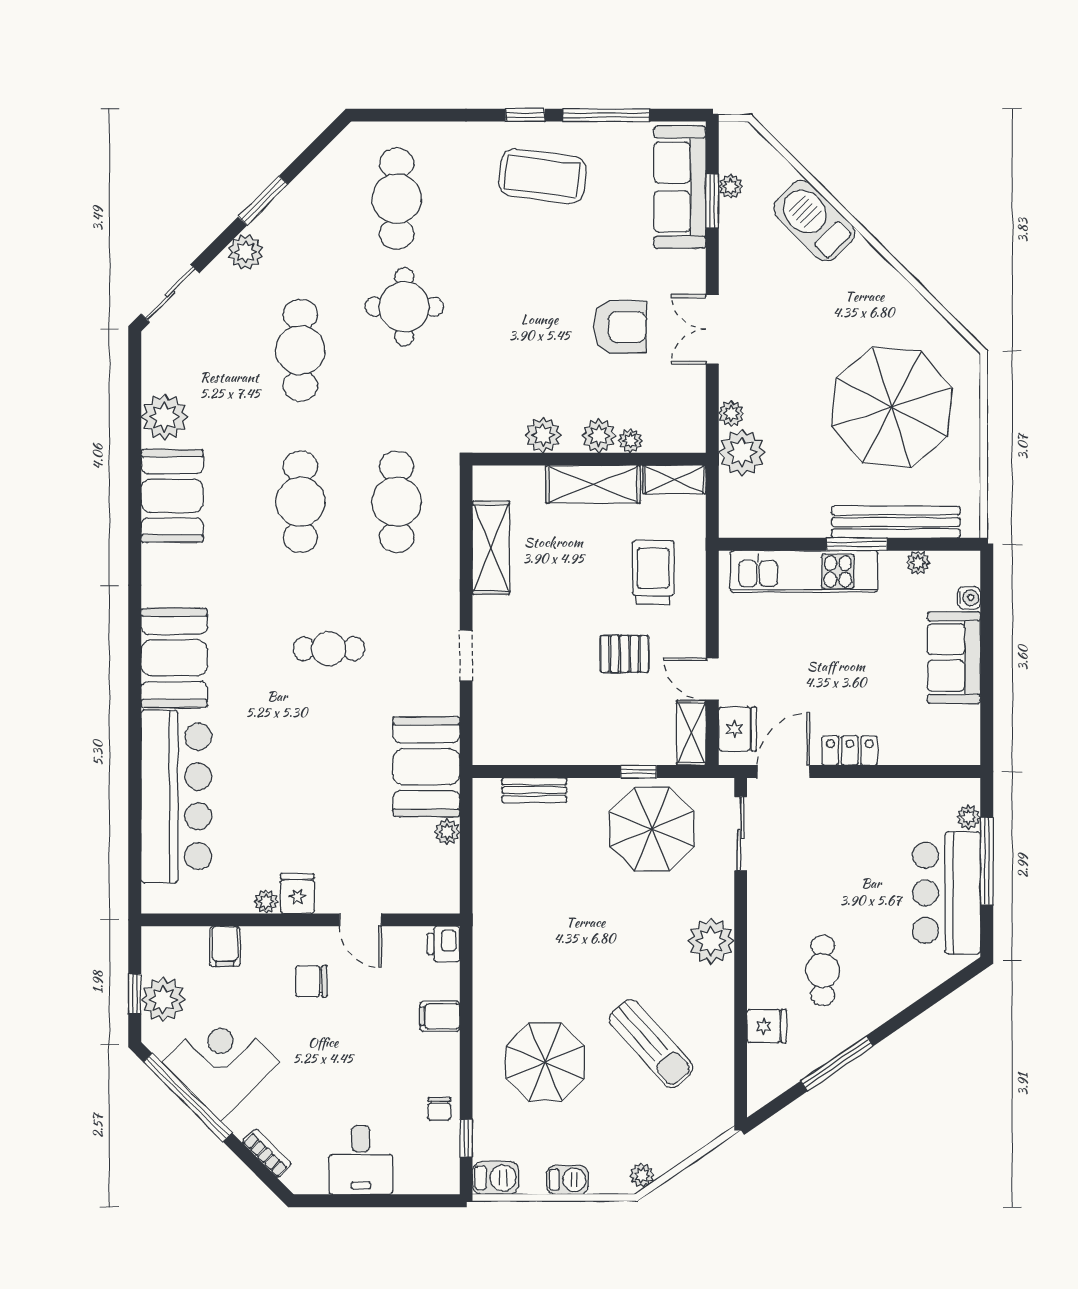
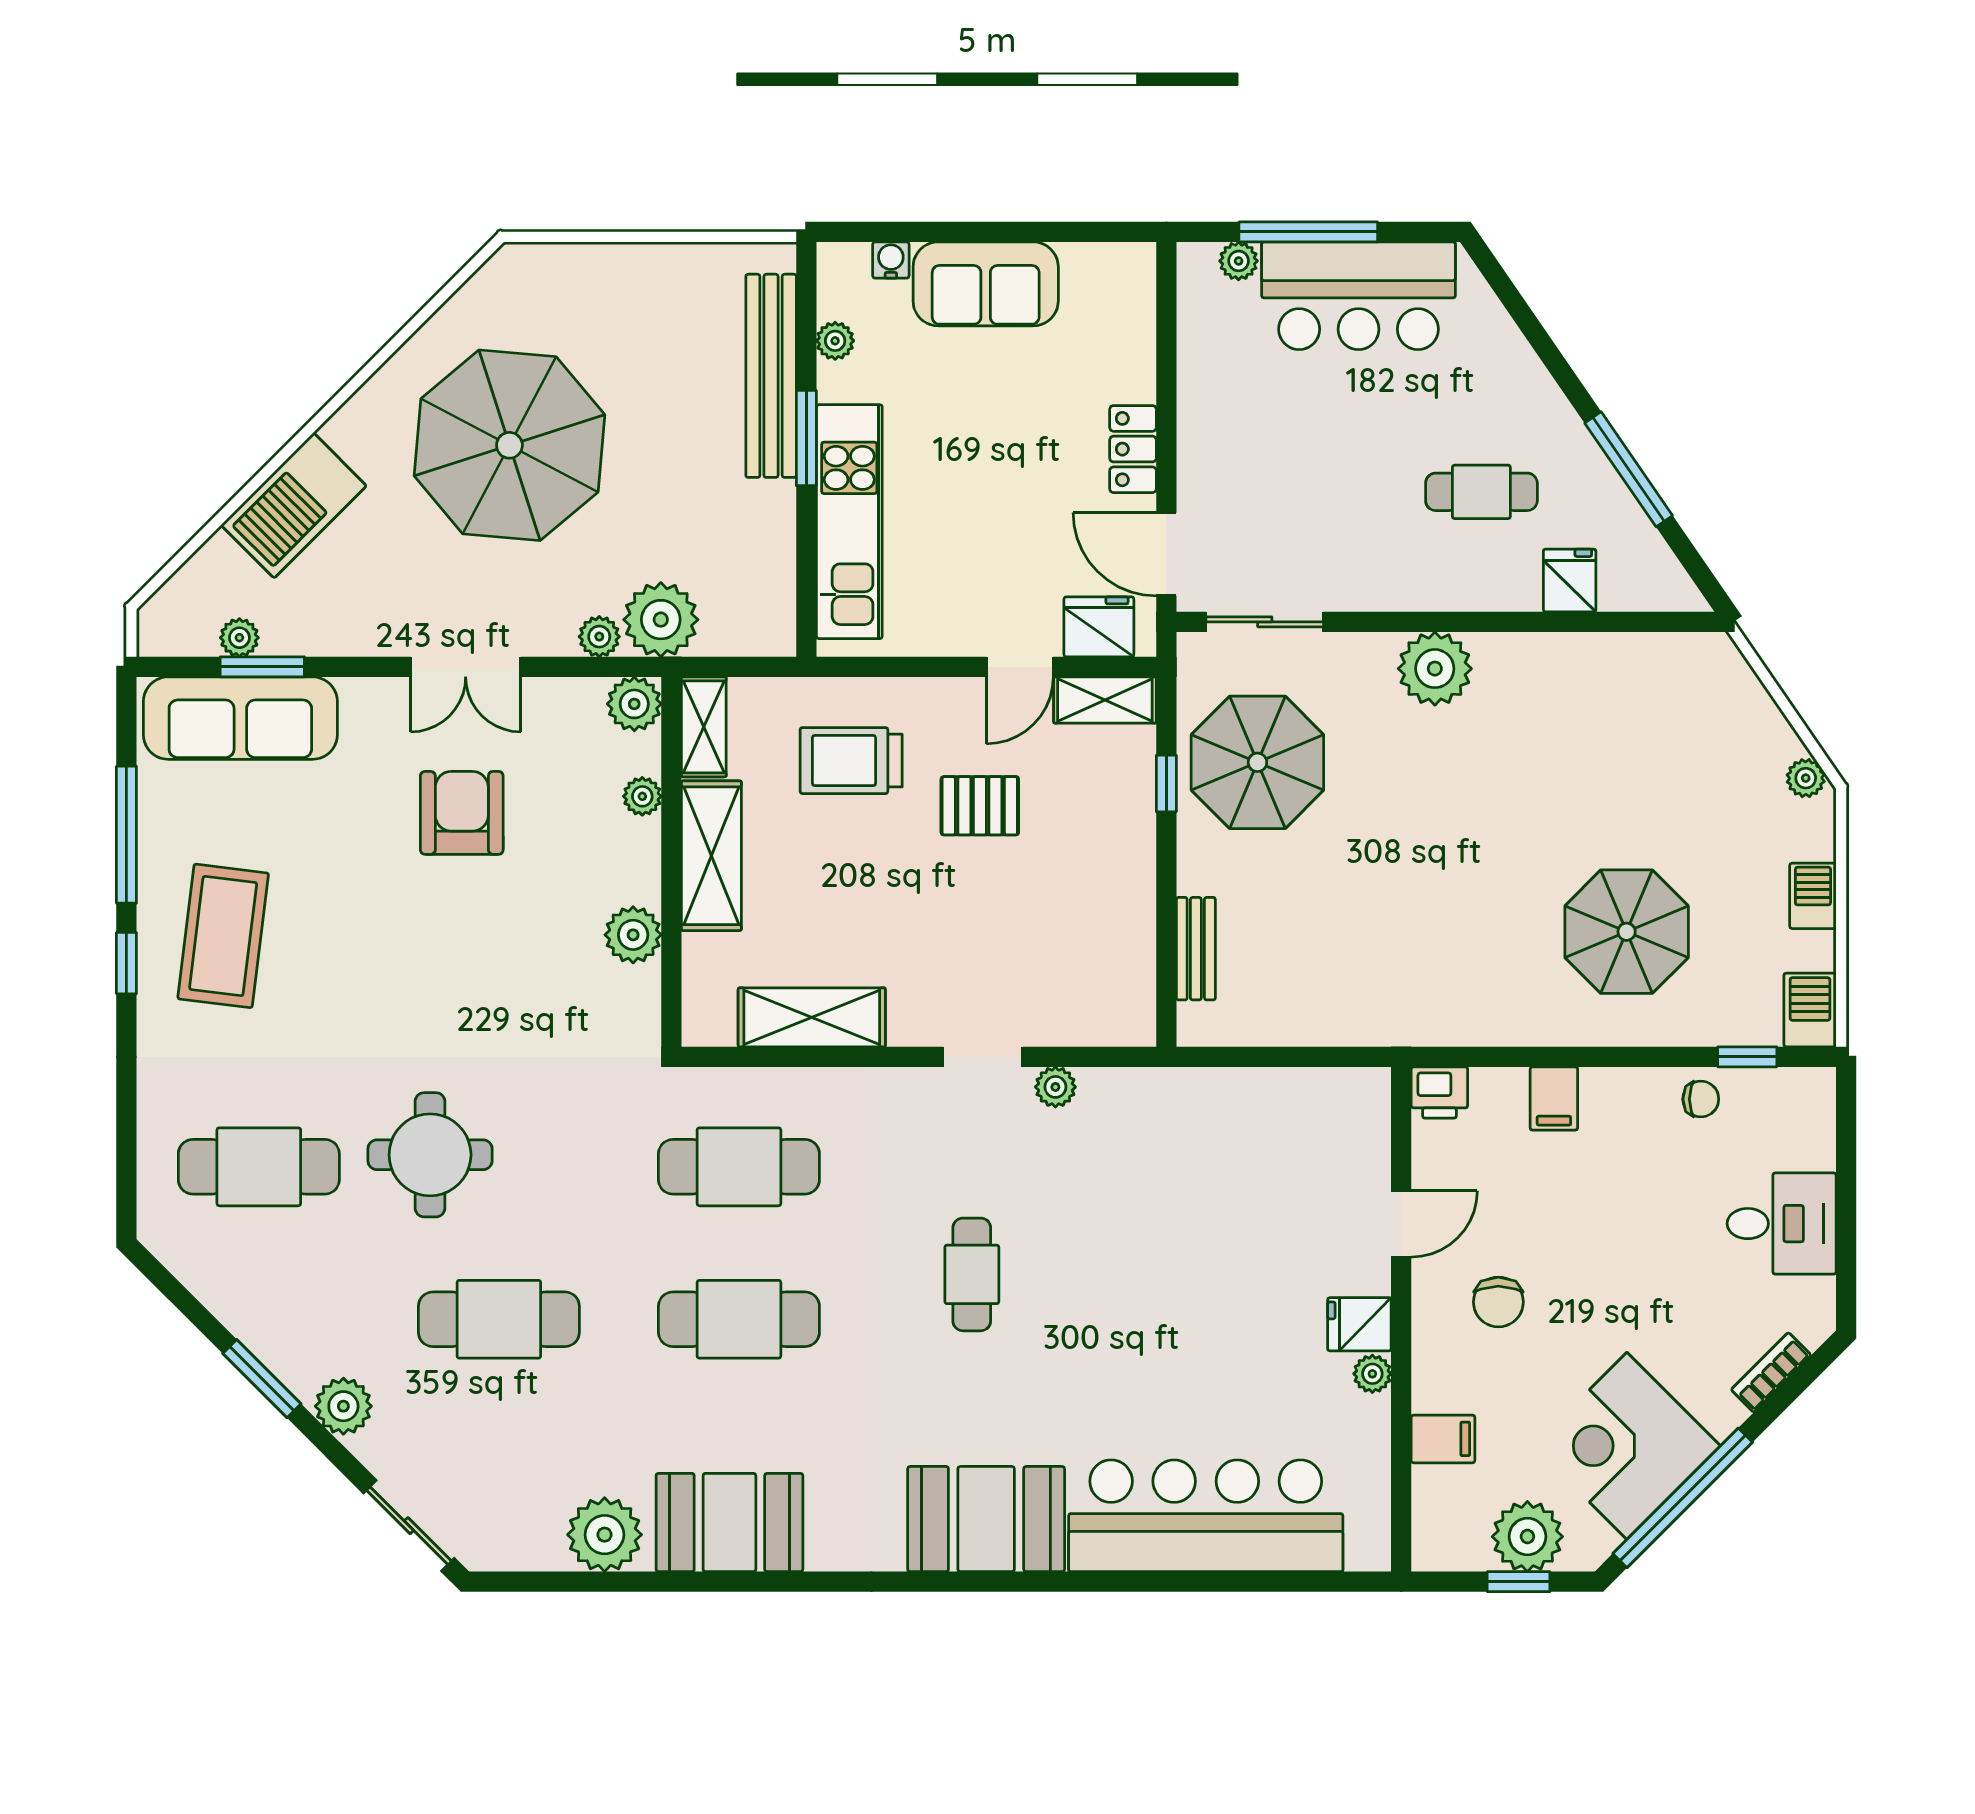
parasol: (892, 407) -> (509, 445), moved
plant: (599, 436) -> (634, 704), moved
pallet: (625, 654) -> (980, 806), turned 90
booth: (426, 767) -> (1159, 1120), removed
plant: (447, 832) -> (1055, 1087), moved
sun lounger: (651, 1044) -> (1598, 764), removed

